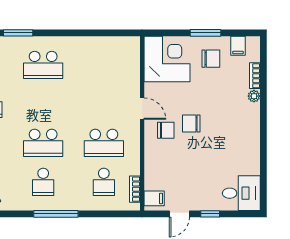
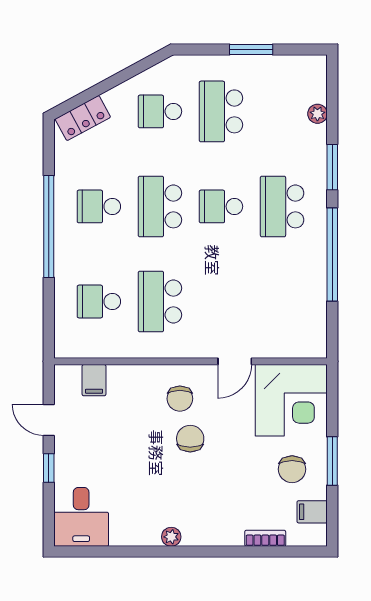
window: (74, 33) -> (332, 254), added
plant: (254, 96) -> (171, 537), moved
school desk: (43, 104) -> (221, 206), added
door: (142, 109) -> (235, 361), moved
bookcase: (135, 189) -> (87, 350), removed
filing cabinet: (154, 198) -> (94, 380), moved
window: (56, 214) -> (49, 227), width x1.46

